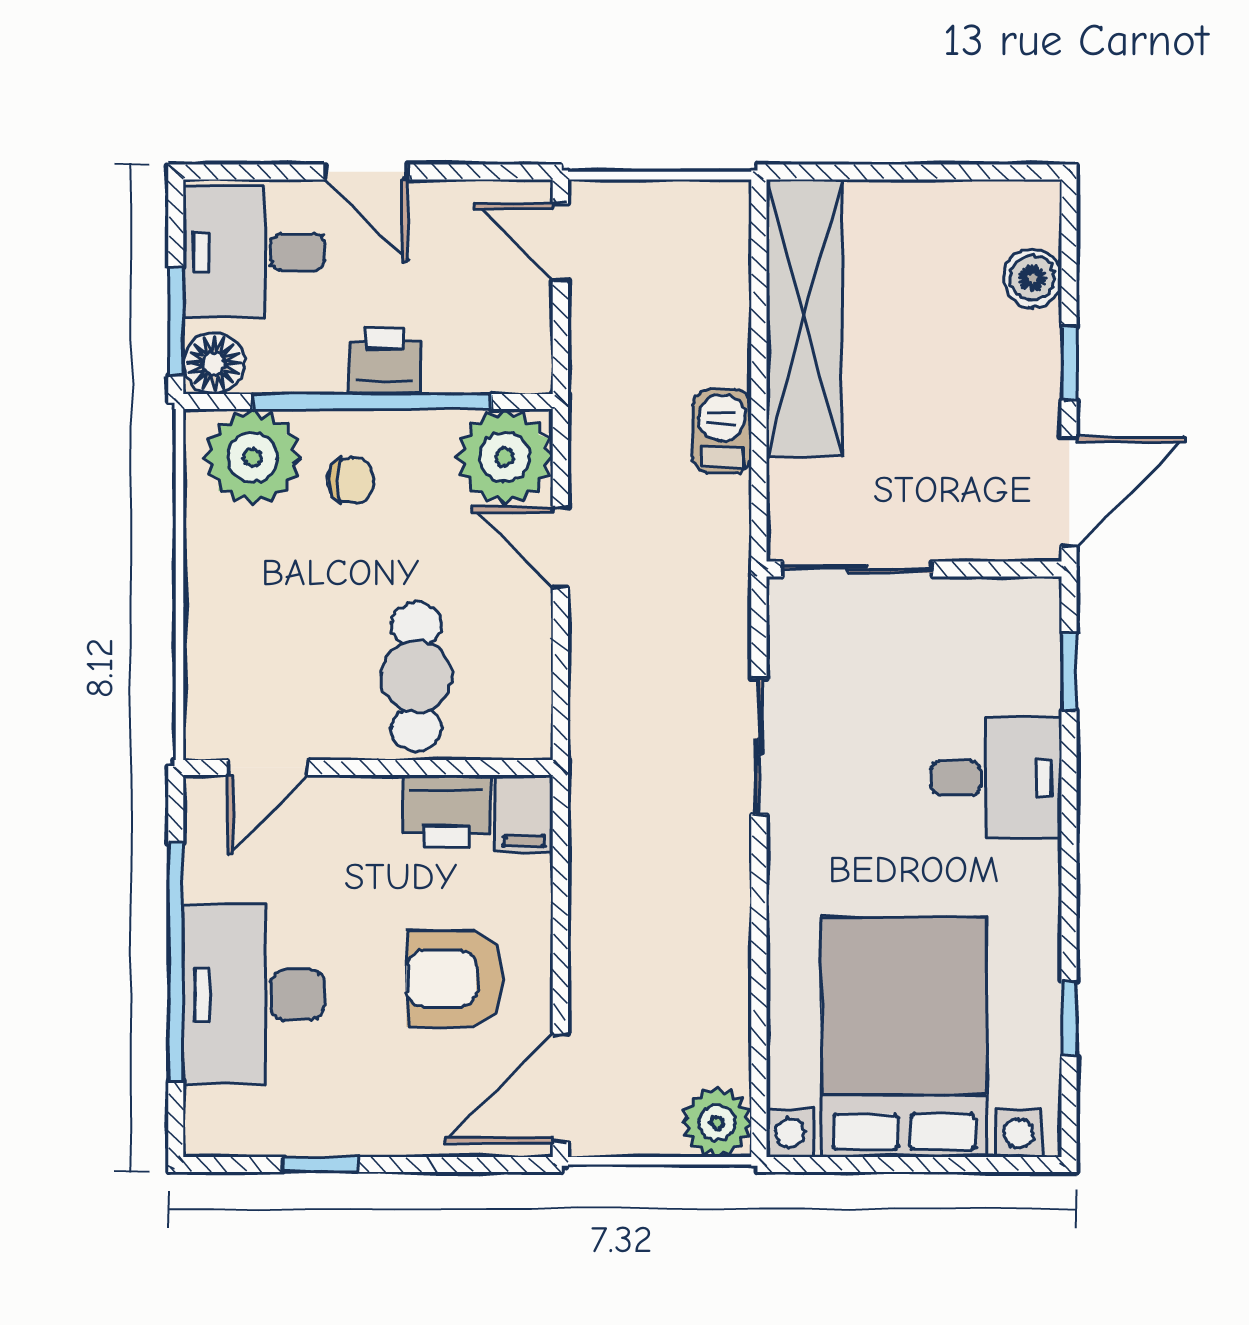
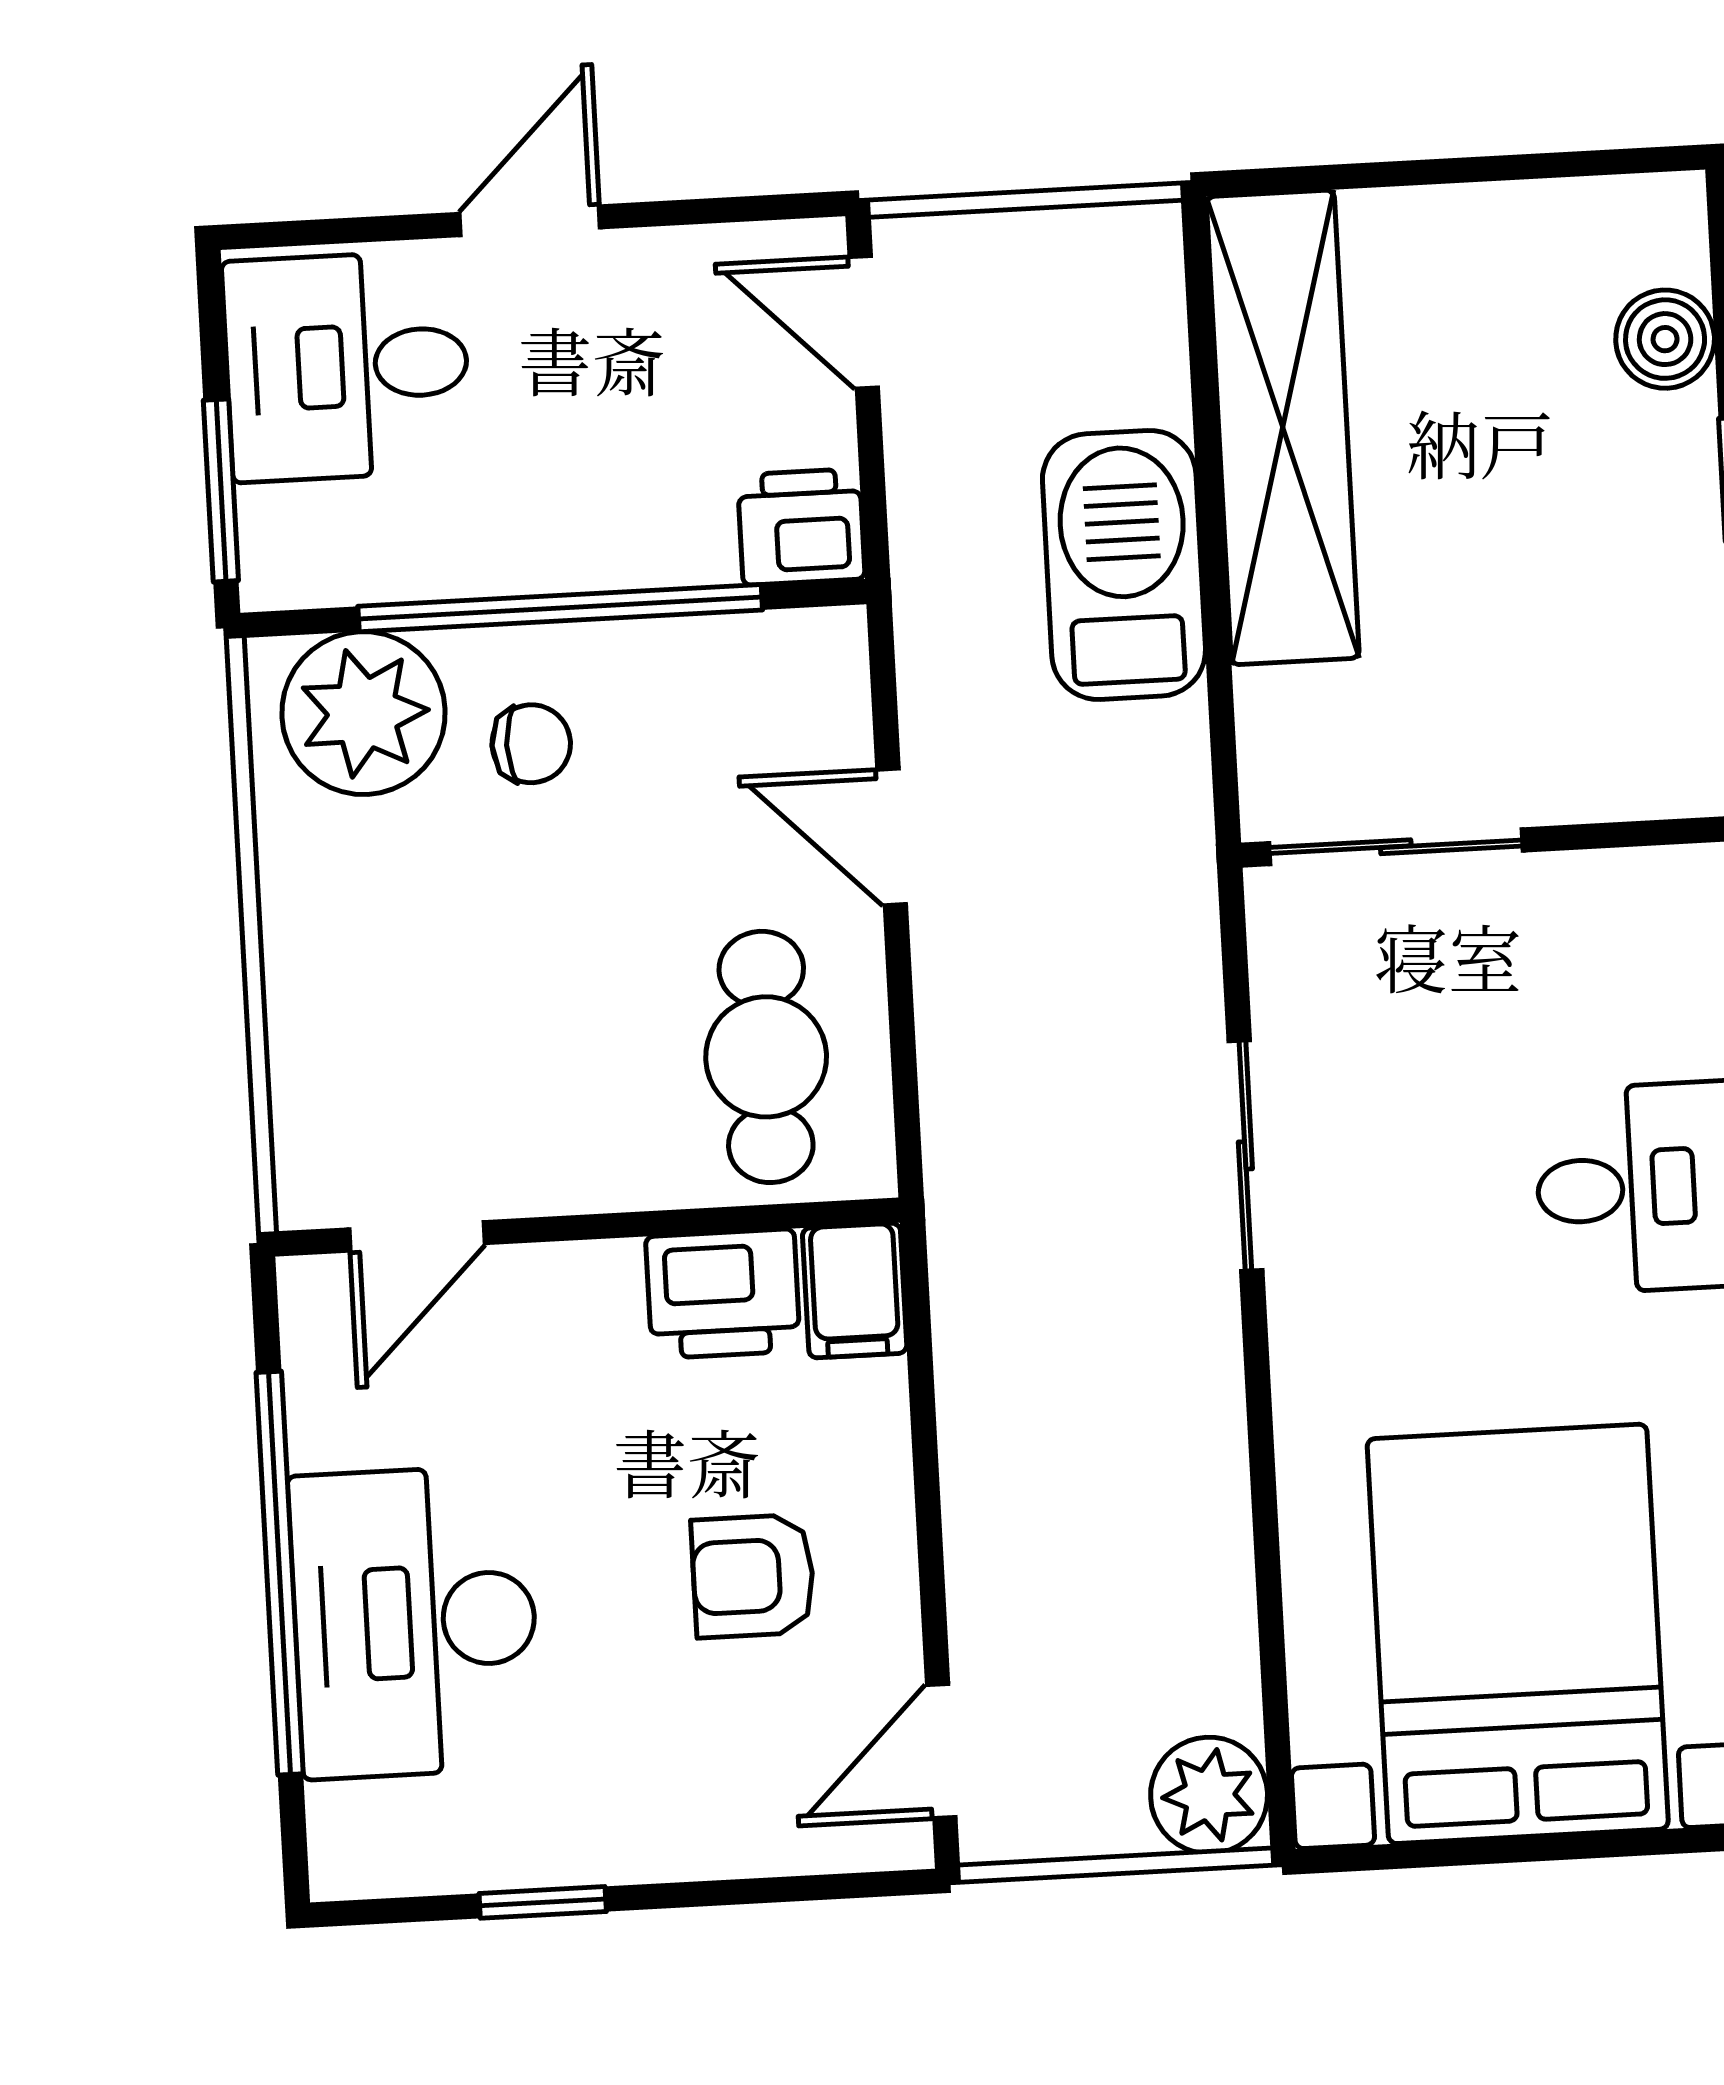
door: (367, 172) -> (530, 221), swing flipped
printer: (385, 361) -> (801, 527), moved
floor lamp: (214, 363) -> (289, 558), removed
barbecue: (722, 431) -> (1124, 565), width x1.88, depth x1.53
plant: (505, 457) -> (790, 690), removed
cafe table: (416, 677) -> (766, 1057), moved
armchair: (455, 979) -> (753, 1576), width x0.72, depth x0.72
door: (560, 1088) -> (941, 1751), width x0.73

